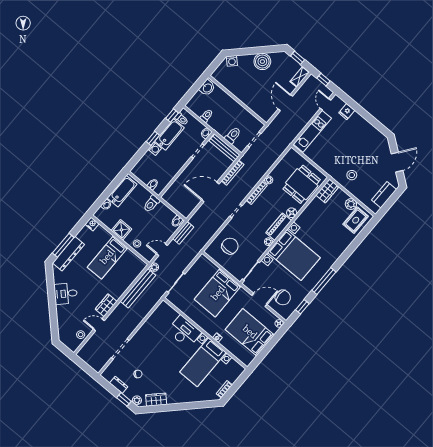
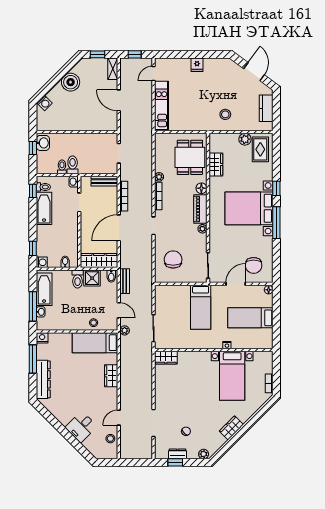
window: (197, 86) -> (33, 148), added
door: (326, 104) -> (153, 74), hinge flipped
fridge: (347, 112) -> (197, 65), moved
toilet: (233, 135) -> (73, 165), moved
window: (153, 138) -> (33, 248), moved
bench: (224, 148) -> (104, 181), width x0.73
washing machine: (155, 149) -> (42, 262), moved
wardrobe: (327, 191) -> (216, 164), moved
window: (104, 197) -> (33, 306), added
wardrobe: (177, 203) -> (99, 261), added
shower: (121, 230) -> (92, 278), moved
window: (63, 245) -> (33, 359), moved
door: (162, 250) -> (119, 310), swing flipped
bed with nightstands: (294, 255) -> (249, 208), moved, turned 180
bed: (107, 257) -> (95, 343), moved, turned 90
bench: (138, 288) -> (126, 359), removed
bed: (218, 293) -> (201, 307), width x0.67
desk: (66, 294) -> (81, 427), moved
chair: (283, 298) -> (254, 265), turned 90
wardrobe: (106, 305) -> (111, 376), moved
window: (302, 307) -> (276, 188), moved
wardrobe: (167, 311) -> (166, 358), added
desk: (184, 332) -> (195, 363), removed
bed: (250, 332) -> (250, 318), width x0.67
window: (124, 399) -> (175, 462), moved
wardrobe: (156, 400) -> (231, 428), moved

